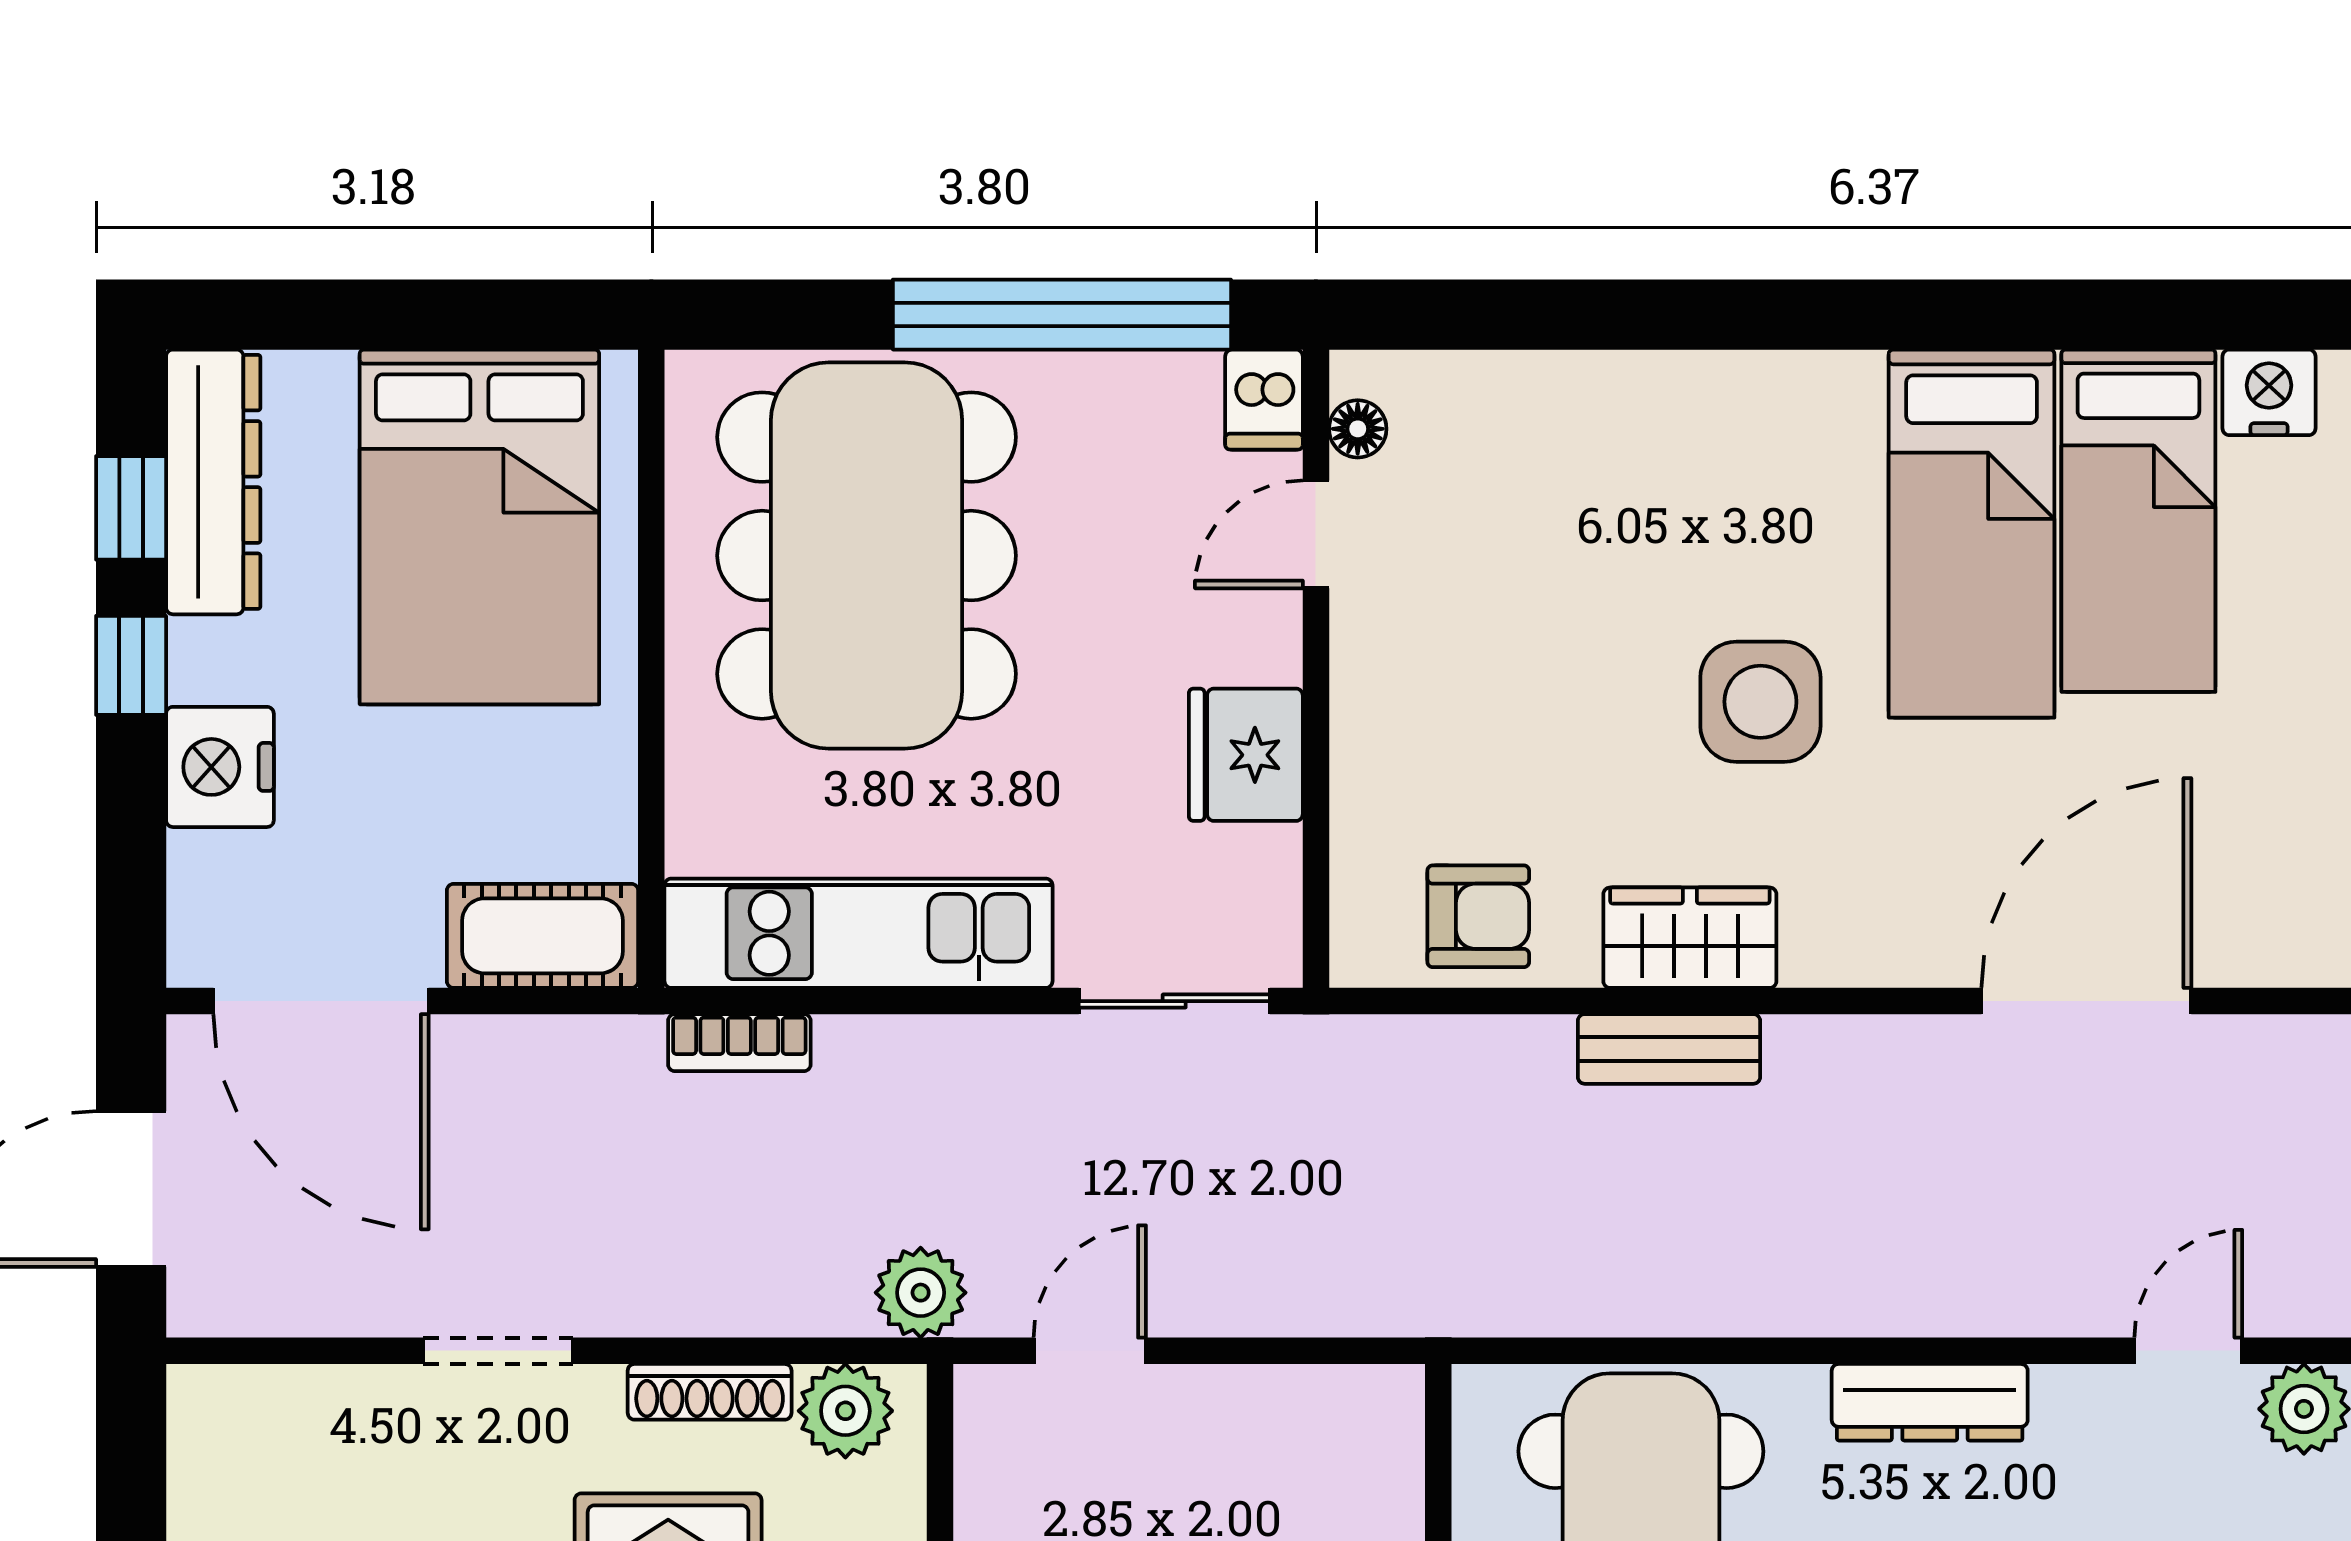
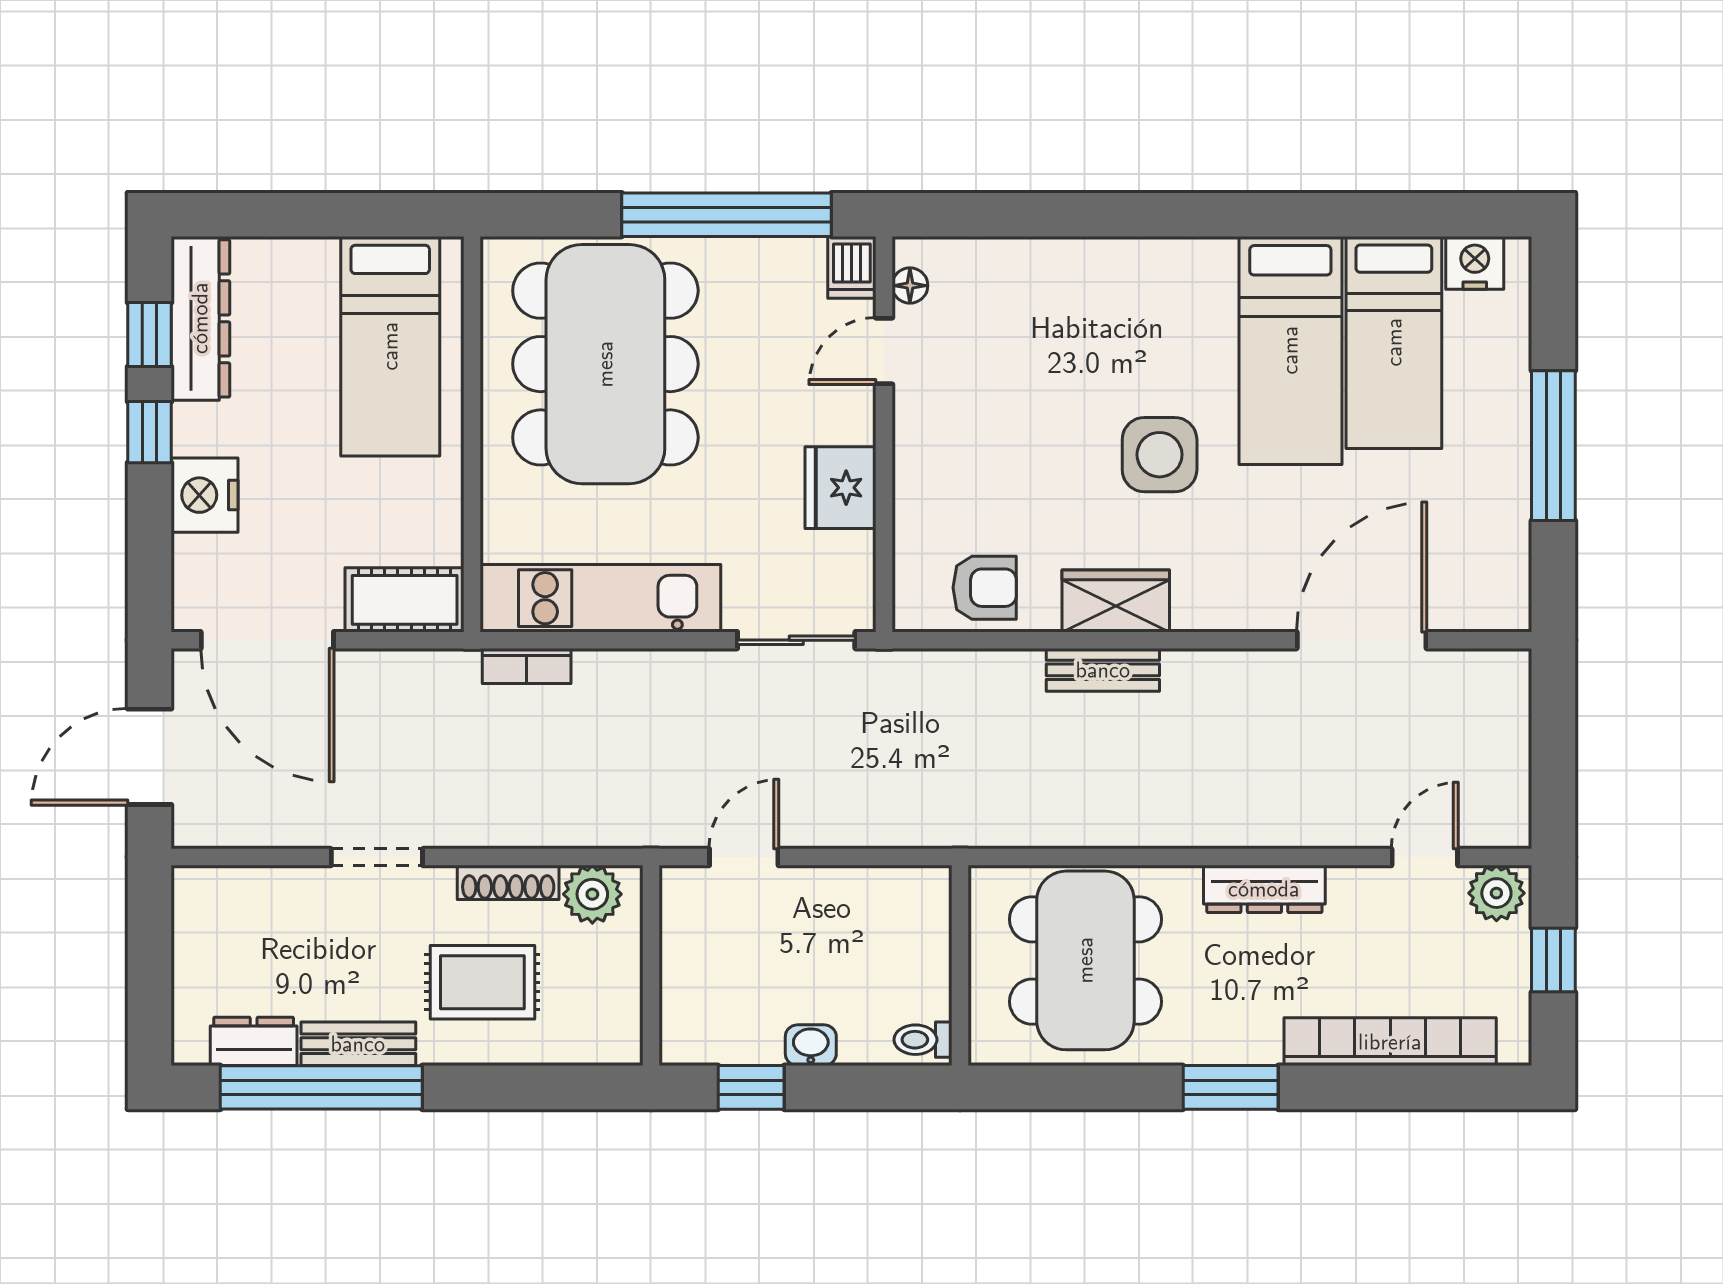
bed: (479, 527) -> (390, 346), width x0.67
plant: (921, 1293) -> (639, 821), removed

